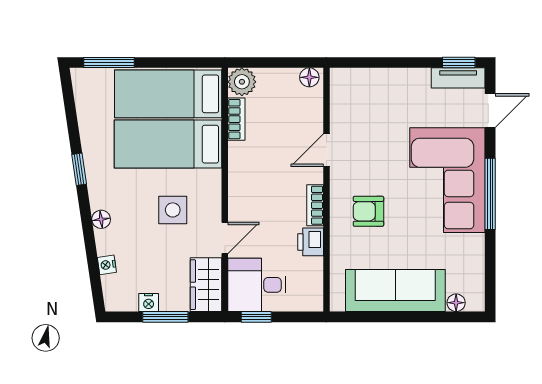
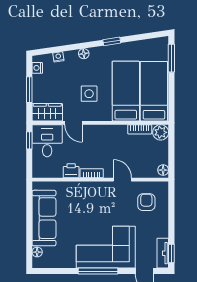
armchair: (368, 211) -> (146, 202), moved
nightstand: (149, 302) -> (37, 68), moved

